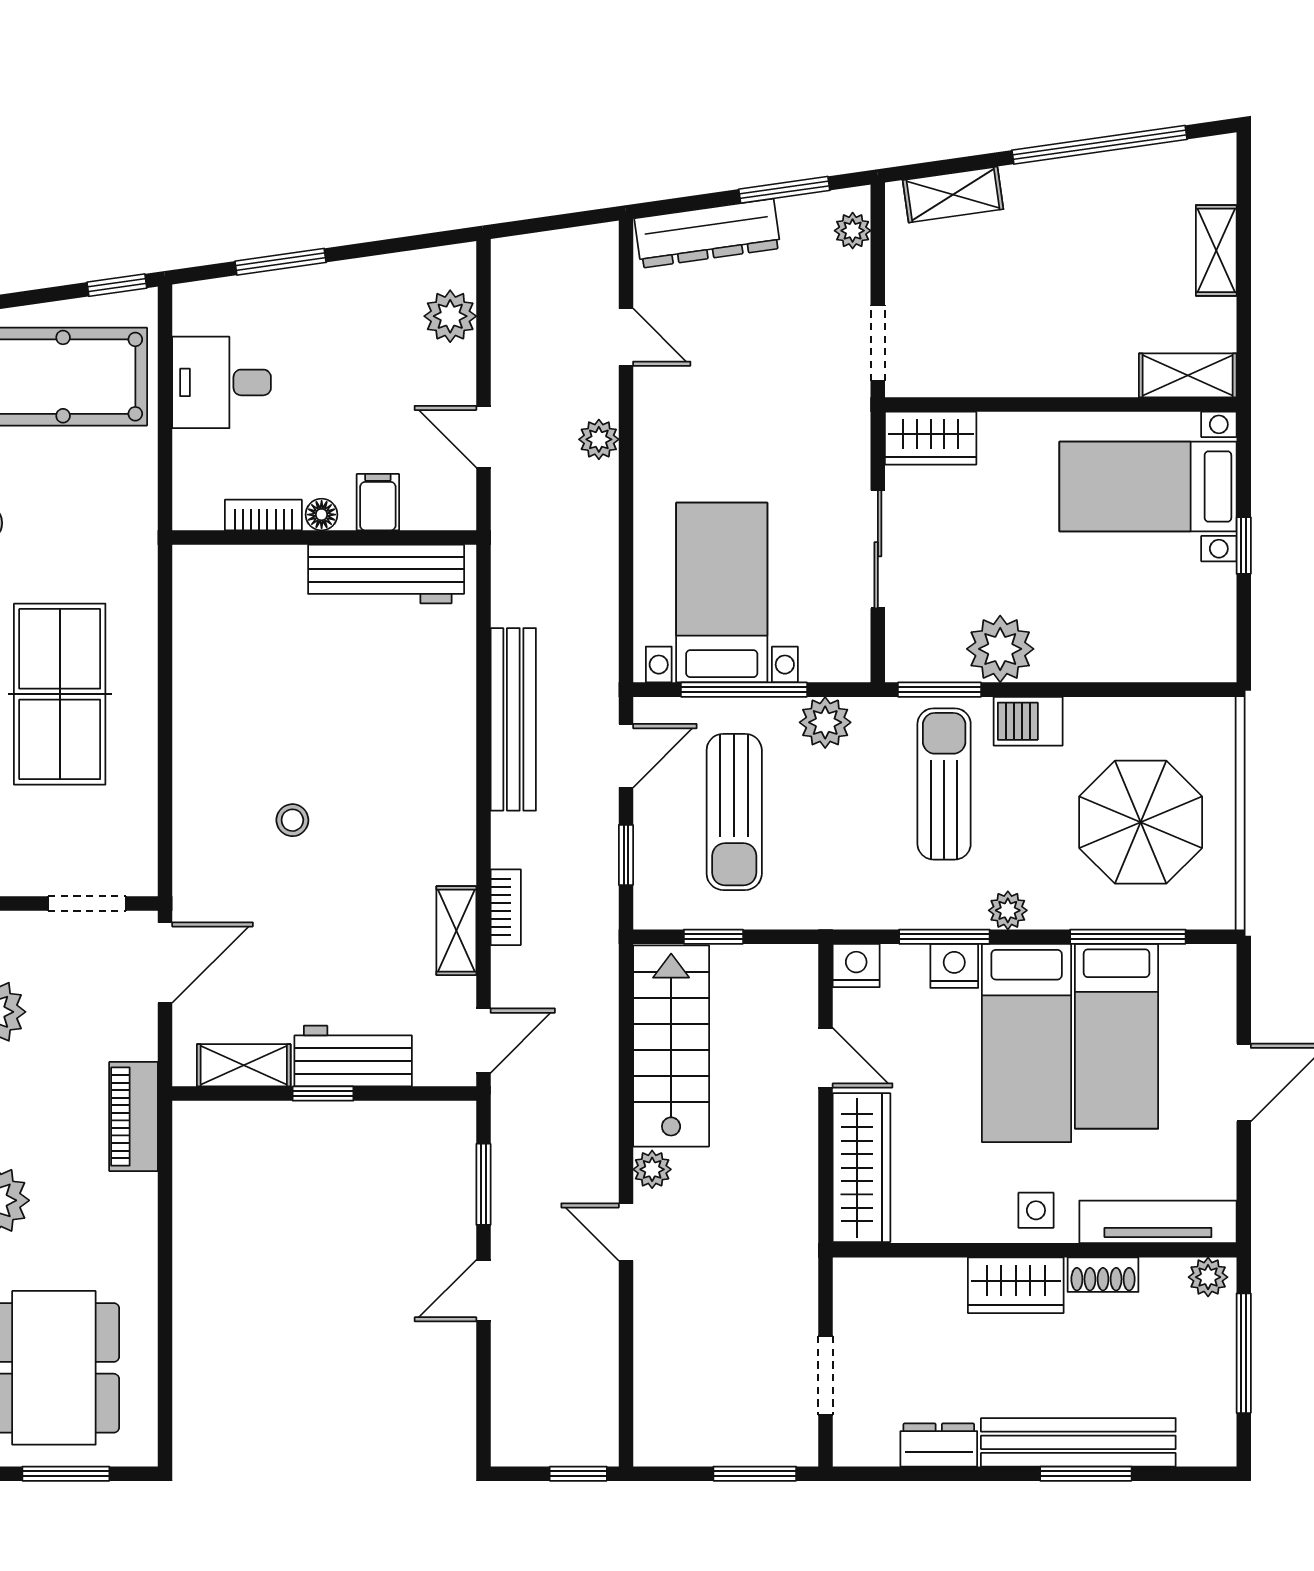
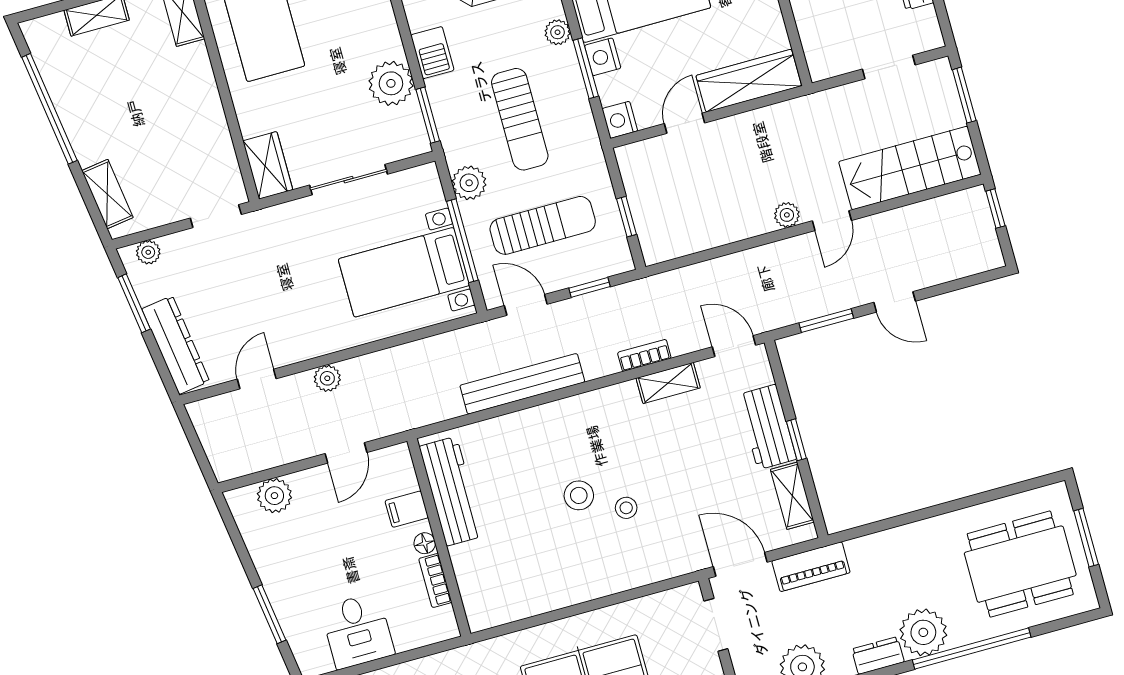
stool: (329, 757) -> (579, 495), added
sun lounger: (944, 784) -> (520, 119), moved, turned -90
stairs: (671, 1046) -> (910, 168), moved
piano: (134, 1117) -> (811, 567), moved

